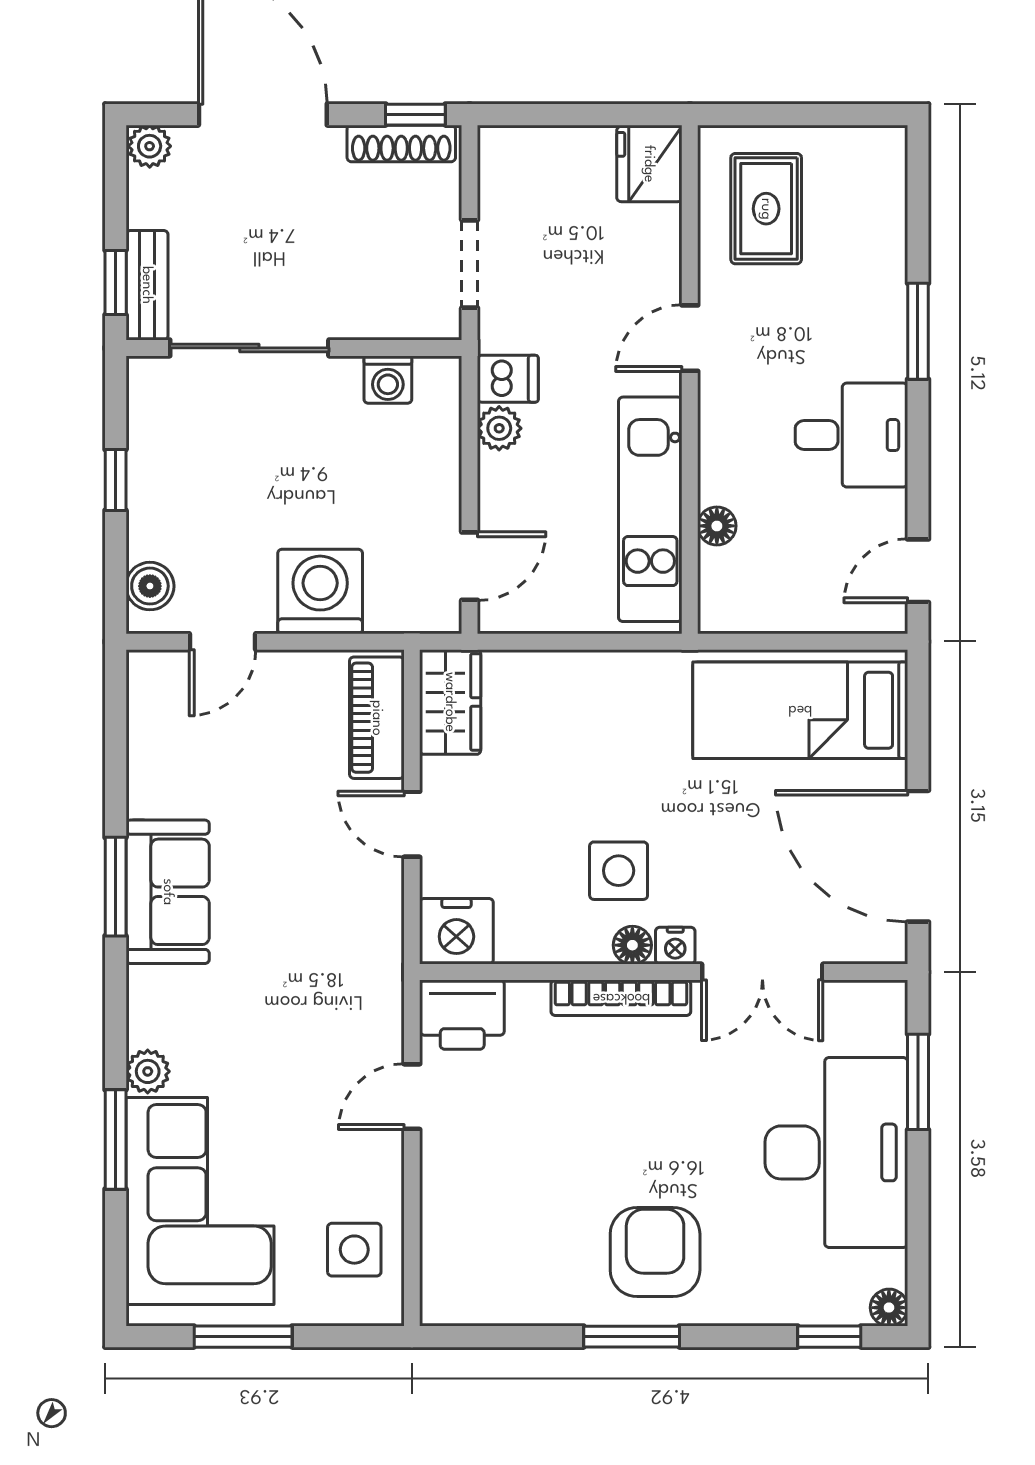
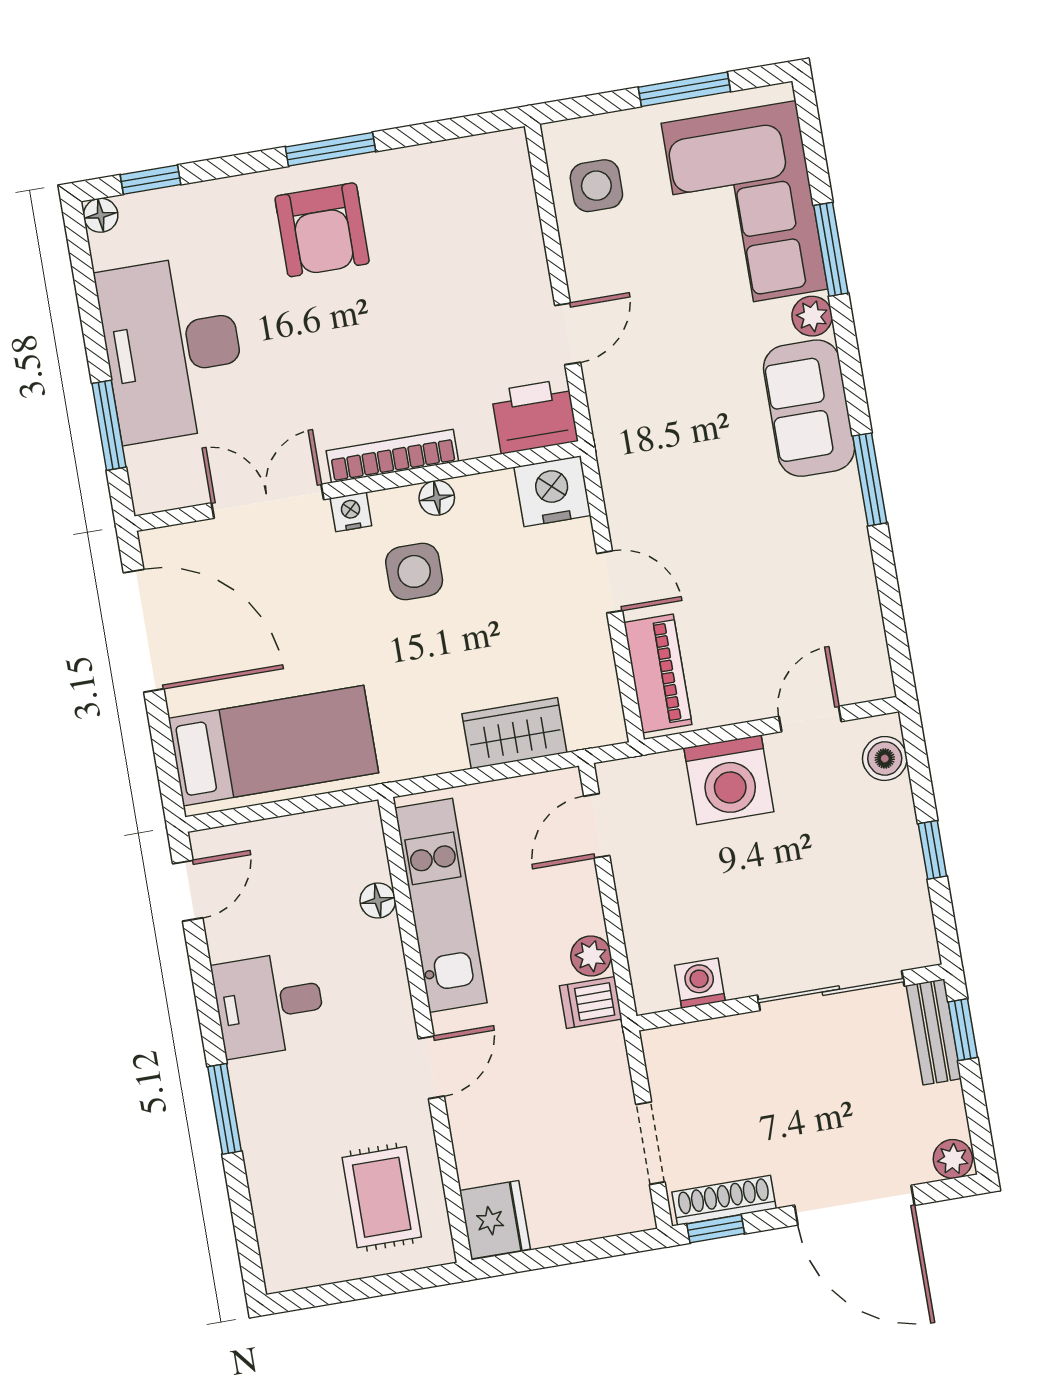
doorway: (470, 264) -> (650, 1143), moved
wardrobe: (450, 702) -> (514, 733), moved, turned 90
sofa: (168, 892) -> (809, 408), moved
floor lamp: (632, 945) -> (437, 498), moved

